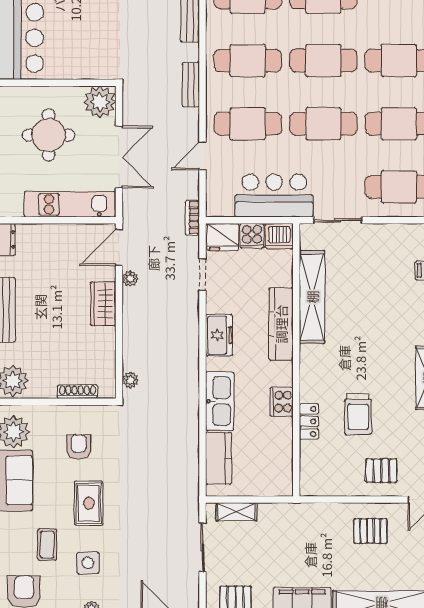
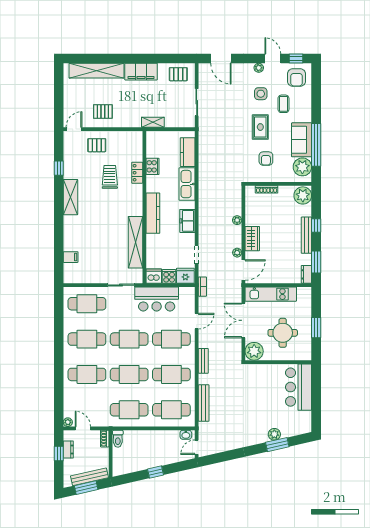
kitchen counter: (281, 324) -> (153, 213), moved
plant: (130, 380) -> (237, 220), moved
cooker: (282, 402) -> (152, 166), moved
shelving: (236, 512) -> (153, 122), moved

